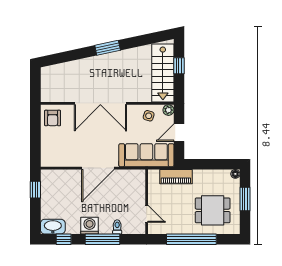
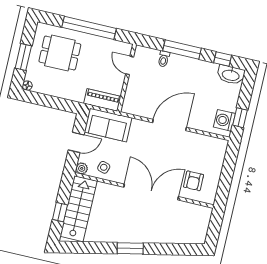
armchair: (53, 118) -> (194, 181), moved, turned 180
sofa: (146, 155) -> (108, 125), width x0.73
piano: (176, 177) -> (102, 100), moved
washing machine: (90, 226) -> (224, 120), moved, turned 90

